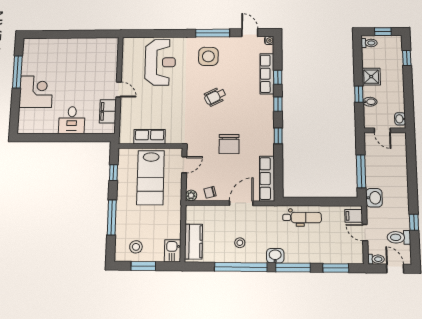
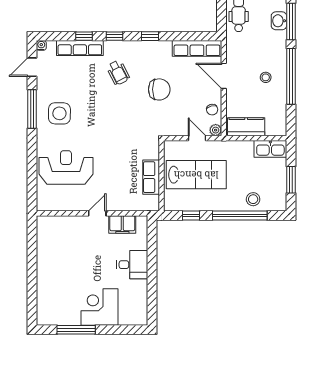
wheelchair: (215, 97) -> (118, 73), moved
door: (184, 165) -> (197, 138), moved
window: (112, 217) -> (240, 216), width x1.46
kitchen counter: (193, 242) -> (246, 127), moved
stool: (136, 247) -> (253, 199), moved
kitchen sink: (173, 251) -> (270, 149), width x1.38
washbasin: (275, 256) -> (279, 21), moved

